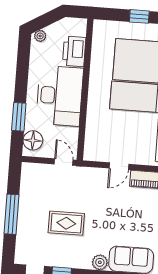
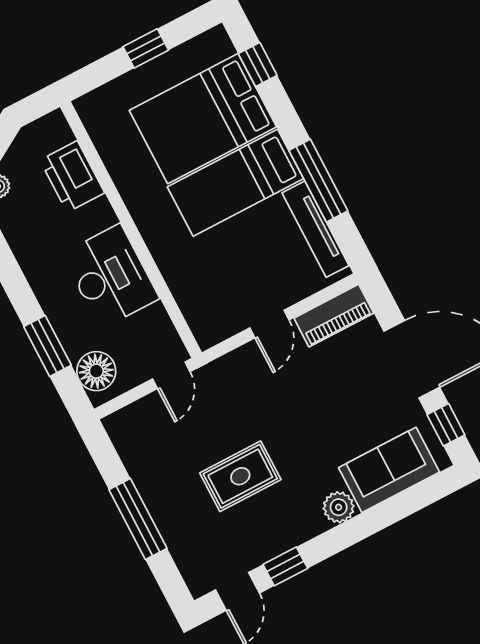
desk: (60, 96) -> (110, 276), width x0.73, depth x0.77
door: (64, 162) -> (171, 375), swing flipped

